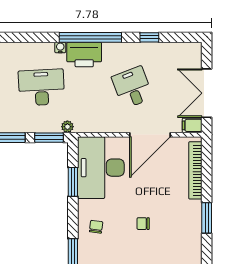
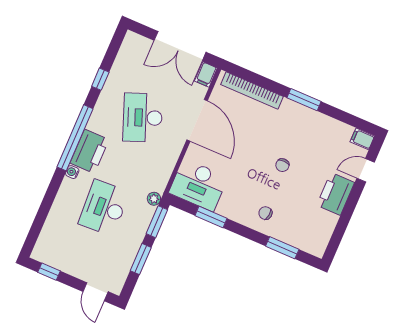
desk: (132, 87) -> (143, 118), width x1.37
desk: (101, 168) -> (198, 185), width x0.73, depth x0.77

